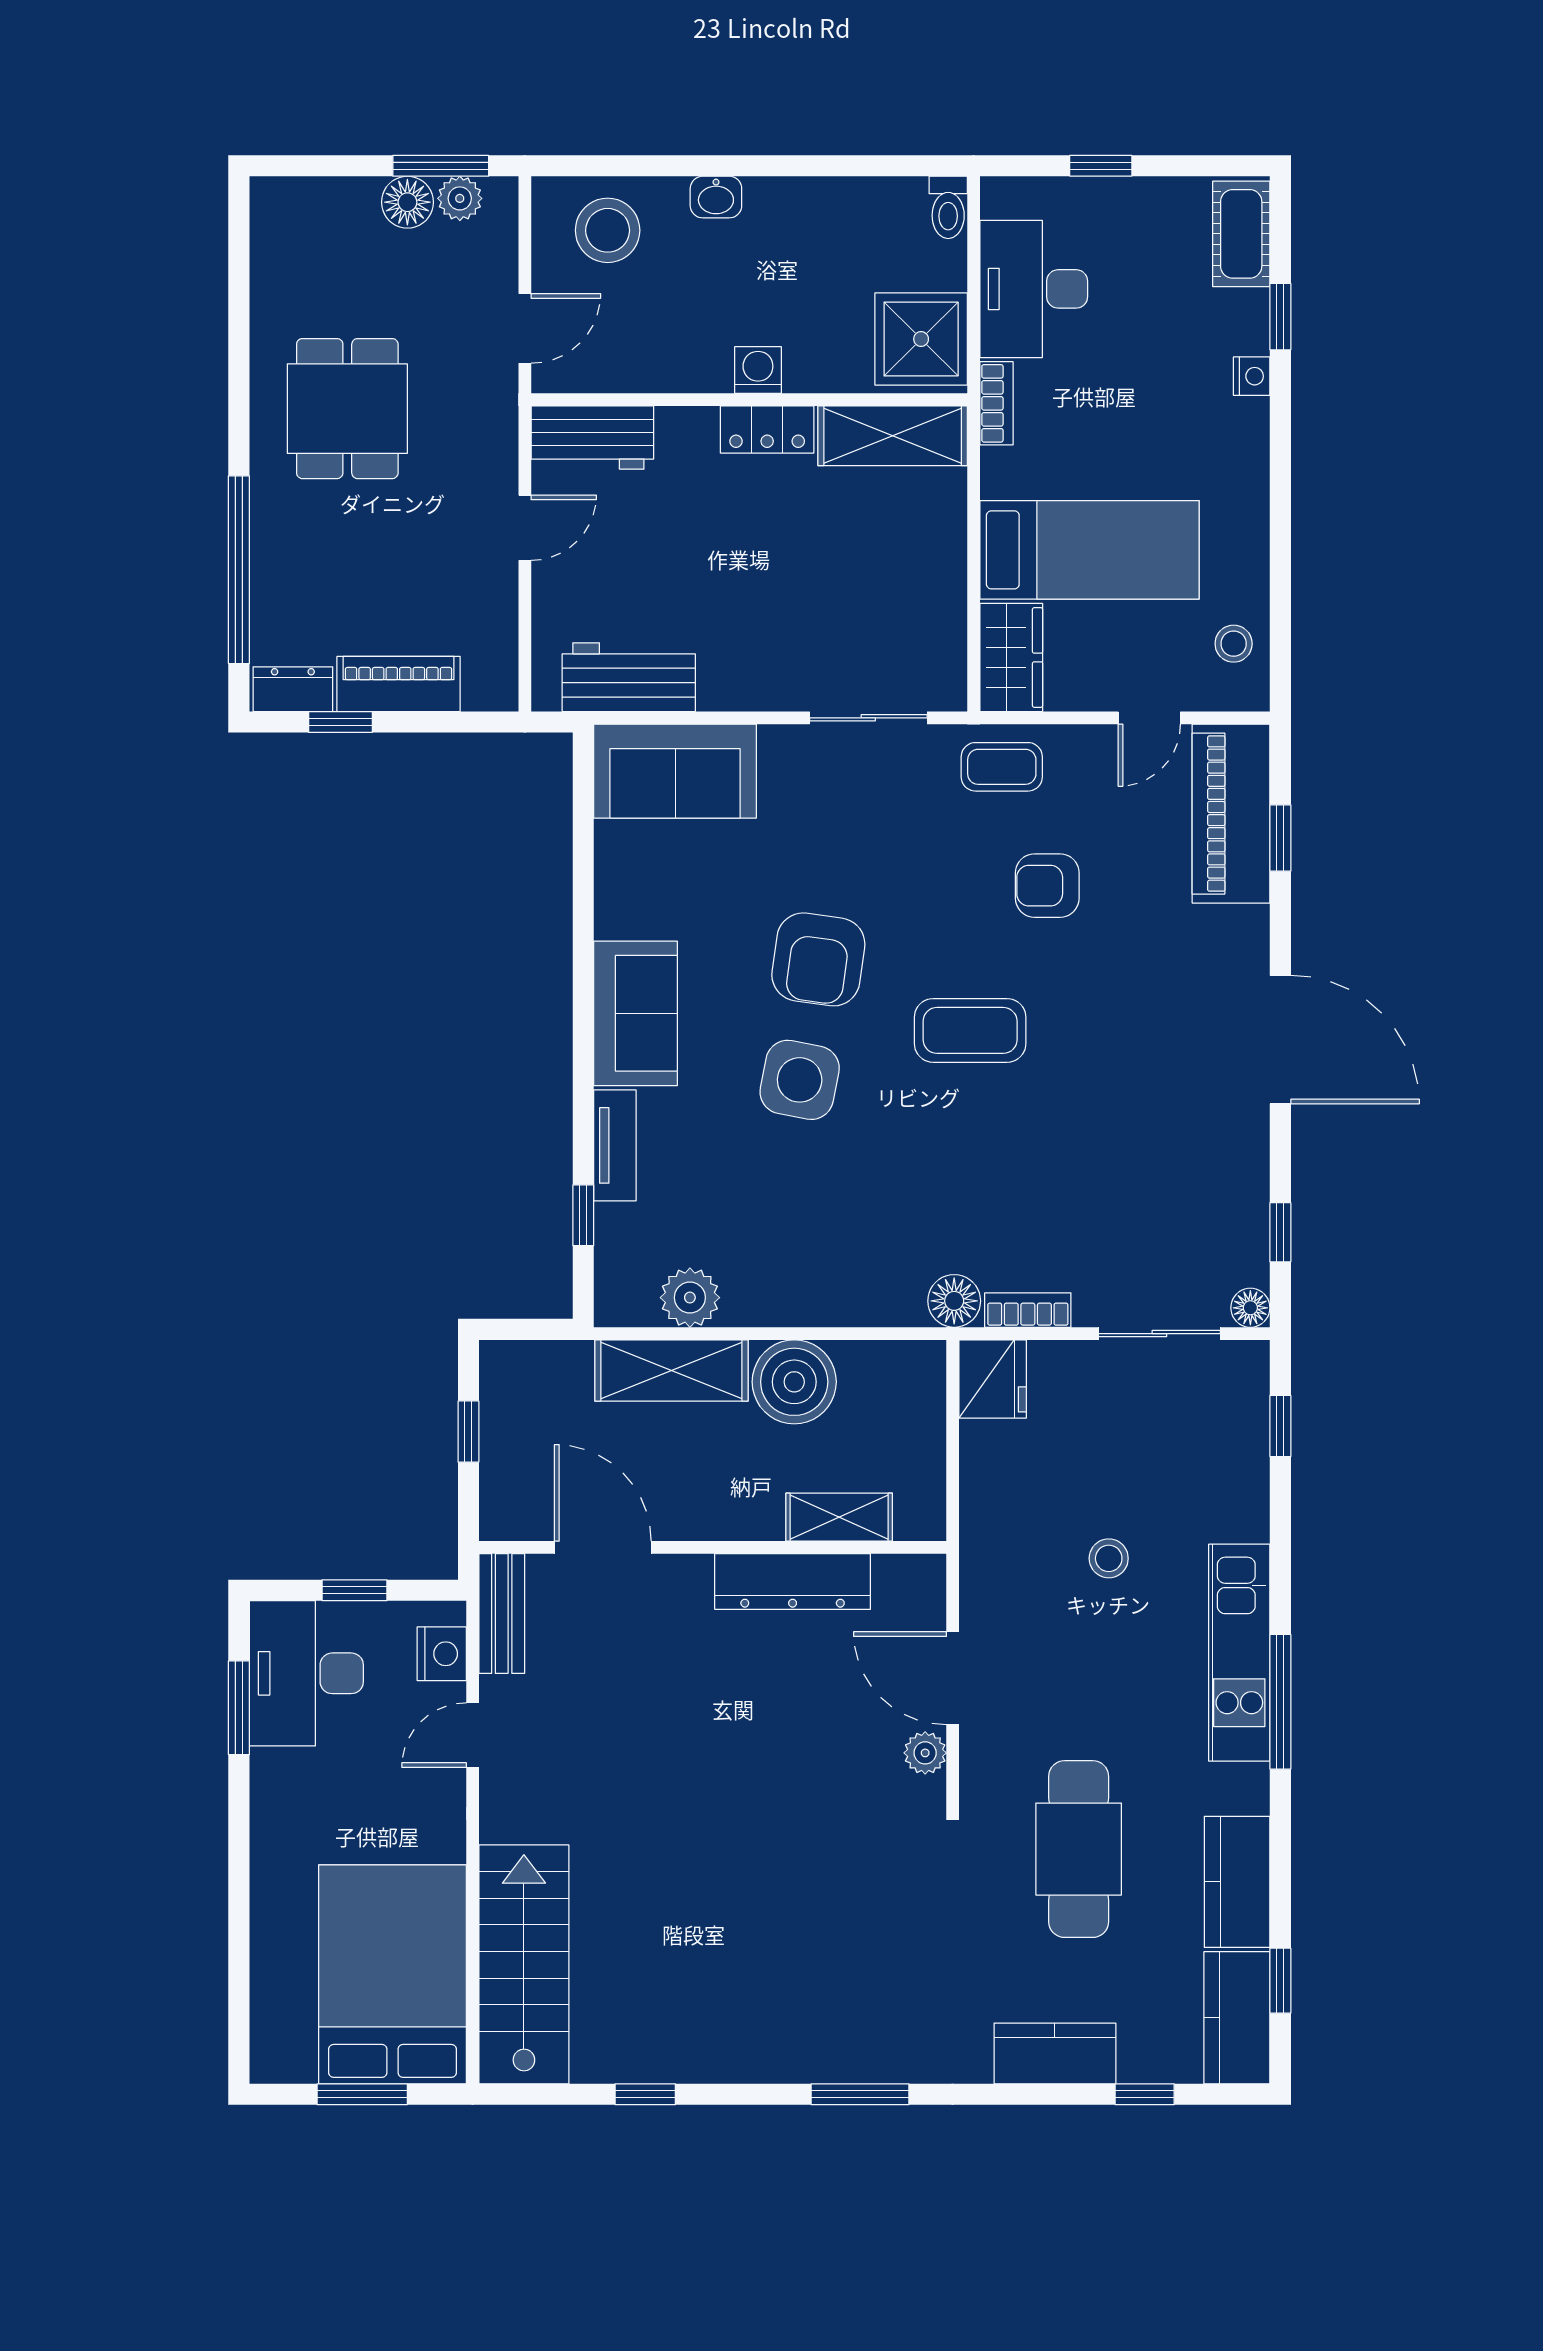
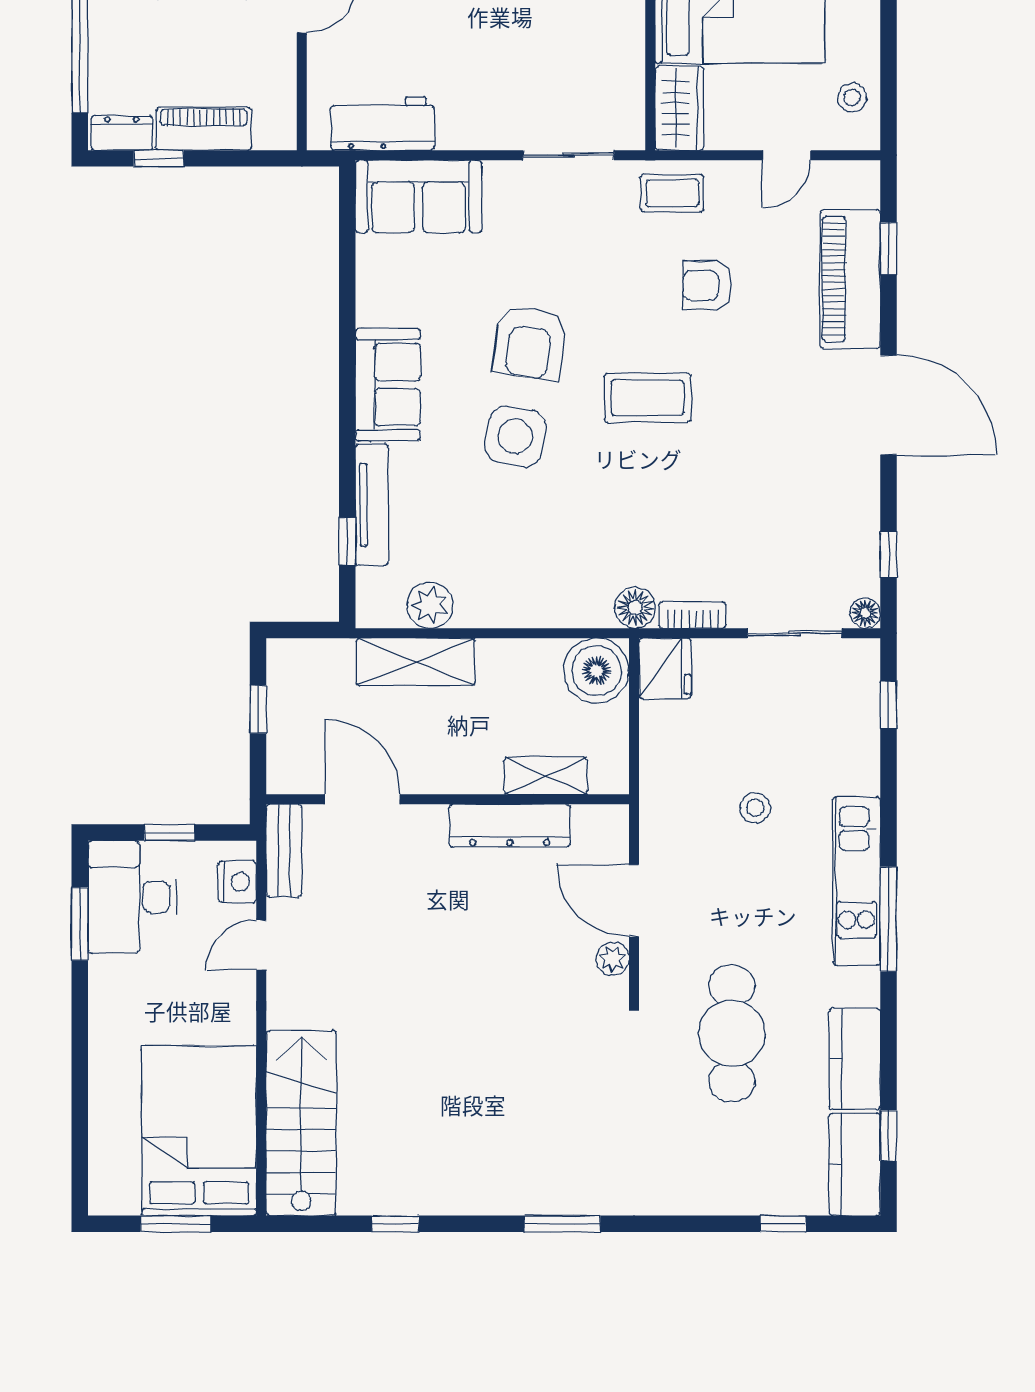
piano: (1231, 814) -> (850, 279), moved
tv unit: (615, 1145) -> (372, 505), width x1.41
boiler: (794, 1382) -> (597, 671), moved
kitchen counter: (1055, 2053) -> (713, 1192), removed

